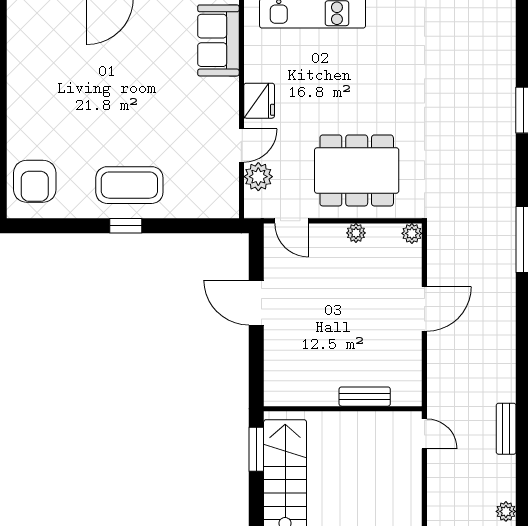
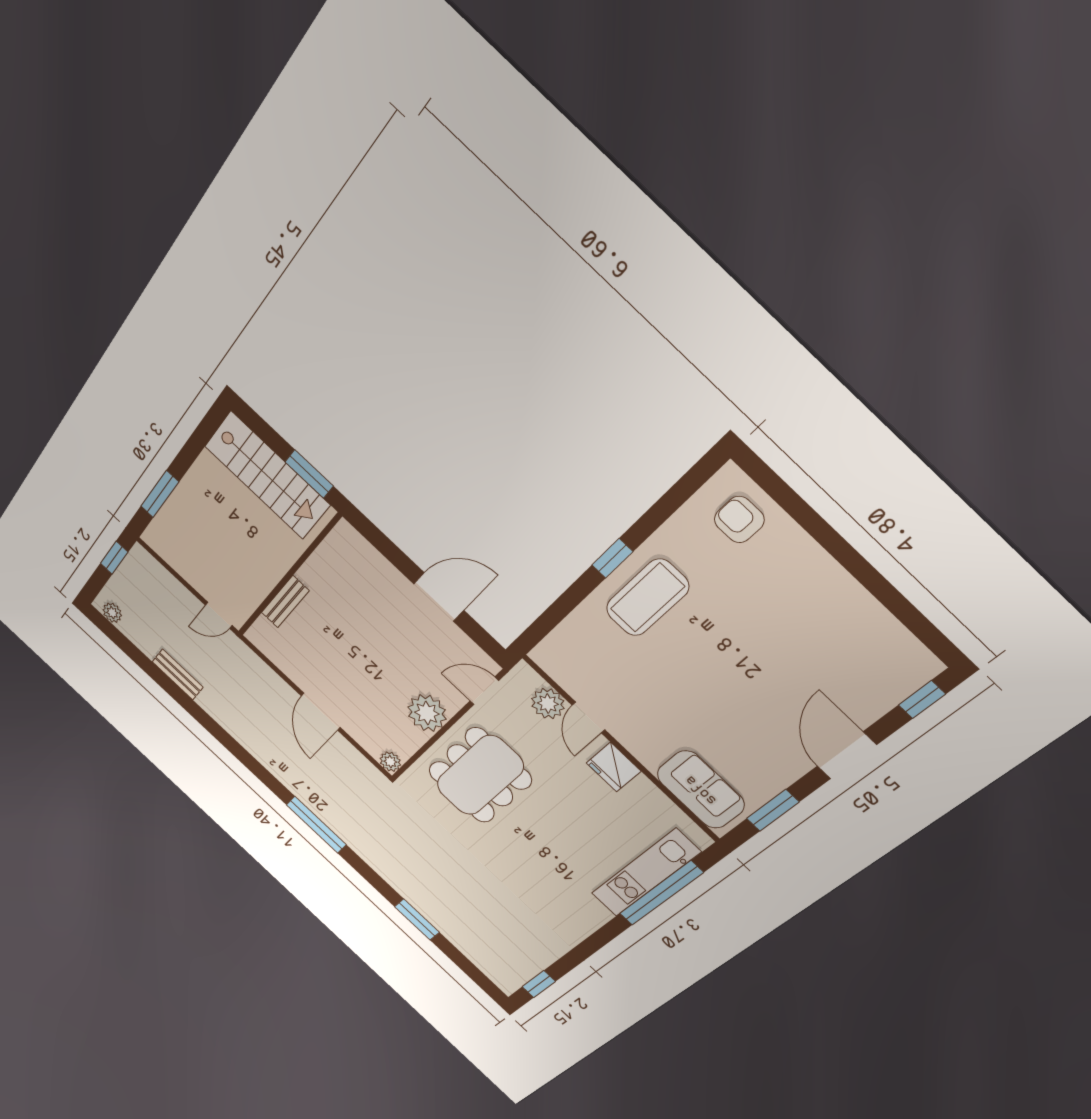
armchair: (35, 181) -> (739, 520), width x0.72, depth x0.72
plant: (356, 233) -> (427, 713), width x1.88, depth x1.88

